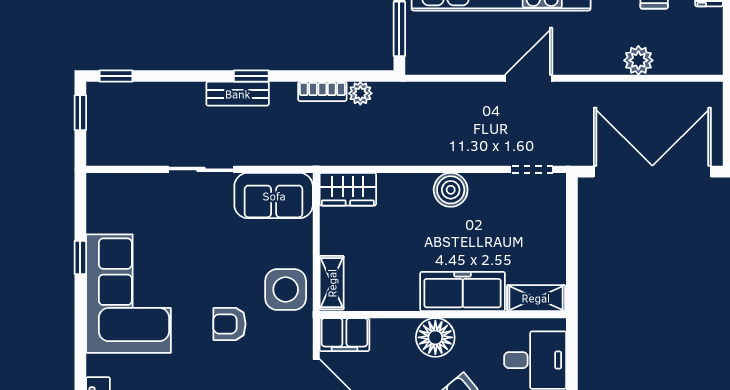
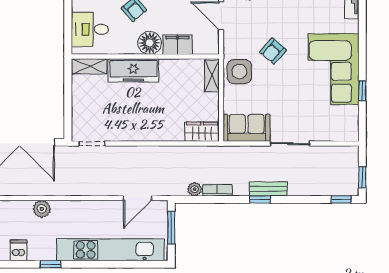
plant: (638, 60) -> (42, 209), moved
door: (529, 78) -> (137, 198), moved
boiler: (451, 190) -> (140, 131), removed
armchair: (230, 324) -> (273, 51), turned 131
filing cabinet: (344, 335) -> (178, 45), moved

